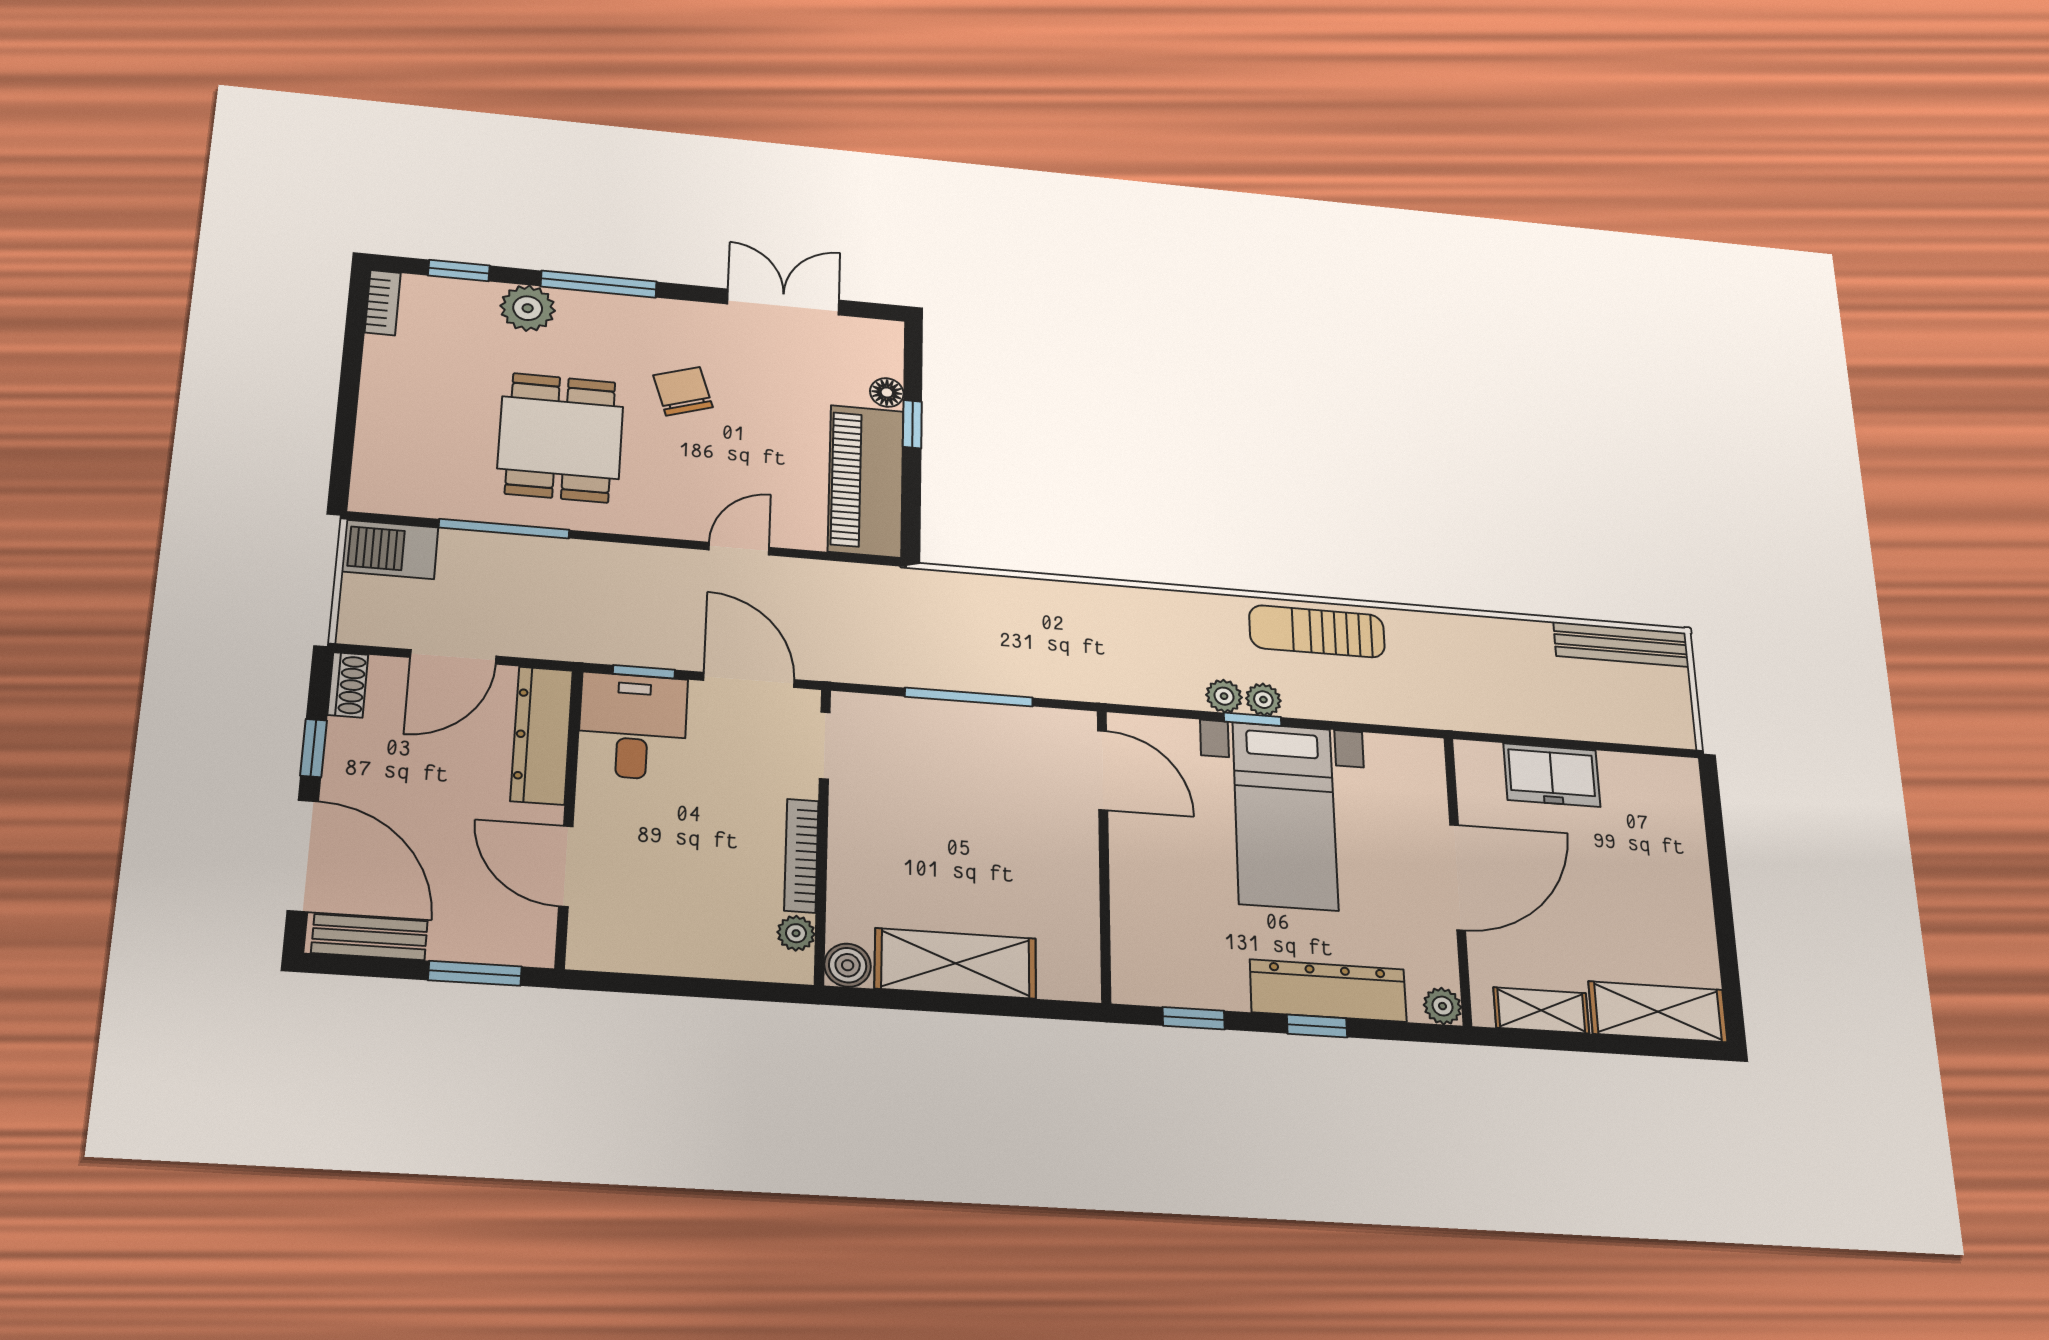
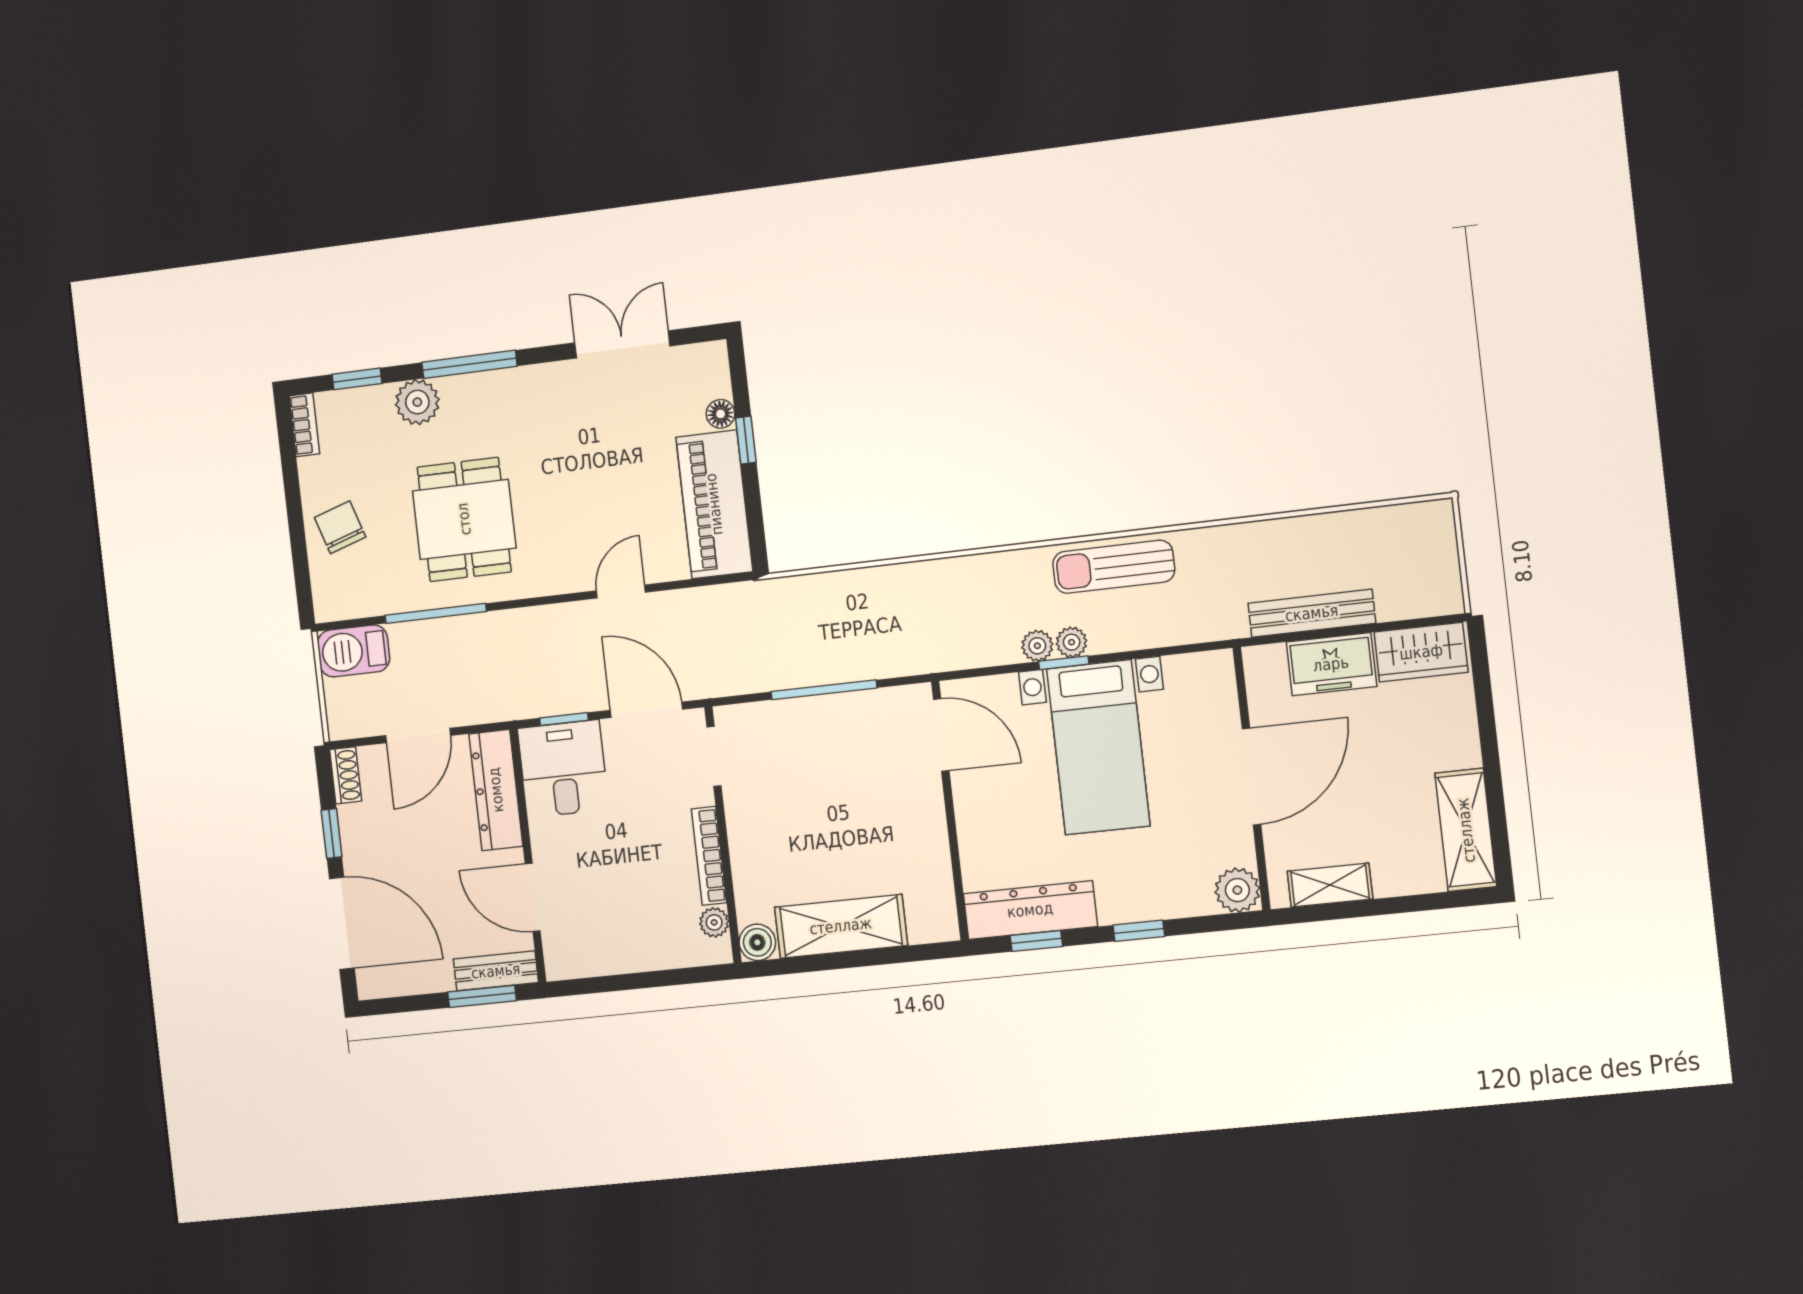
chair: (683, 391) -> (340, 527), moved
bench: (1621, 644) -> (1312, 613), moved
wardrobe: (1649, 780) -> (1421, 652), added
bench: (369, 937) -> (496, 971), moved
dresser: (1328, 991) -> (1030, 910), moved
plant: (1443, 1006) -> (1237, 890), width x1.38, depth x1.38
shelving: (1658, 1012) -> (1466, 830), moved, turned 90

